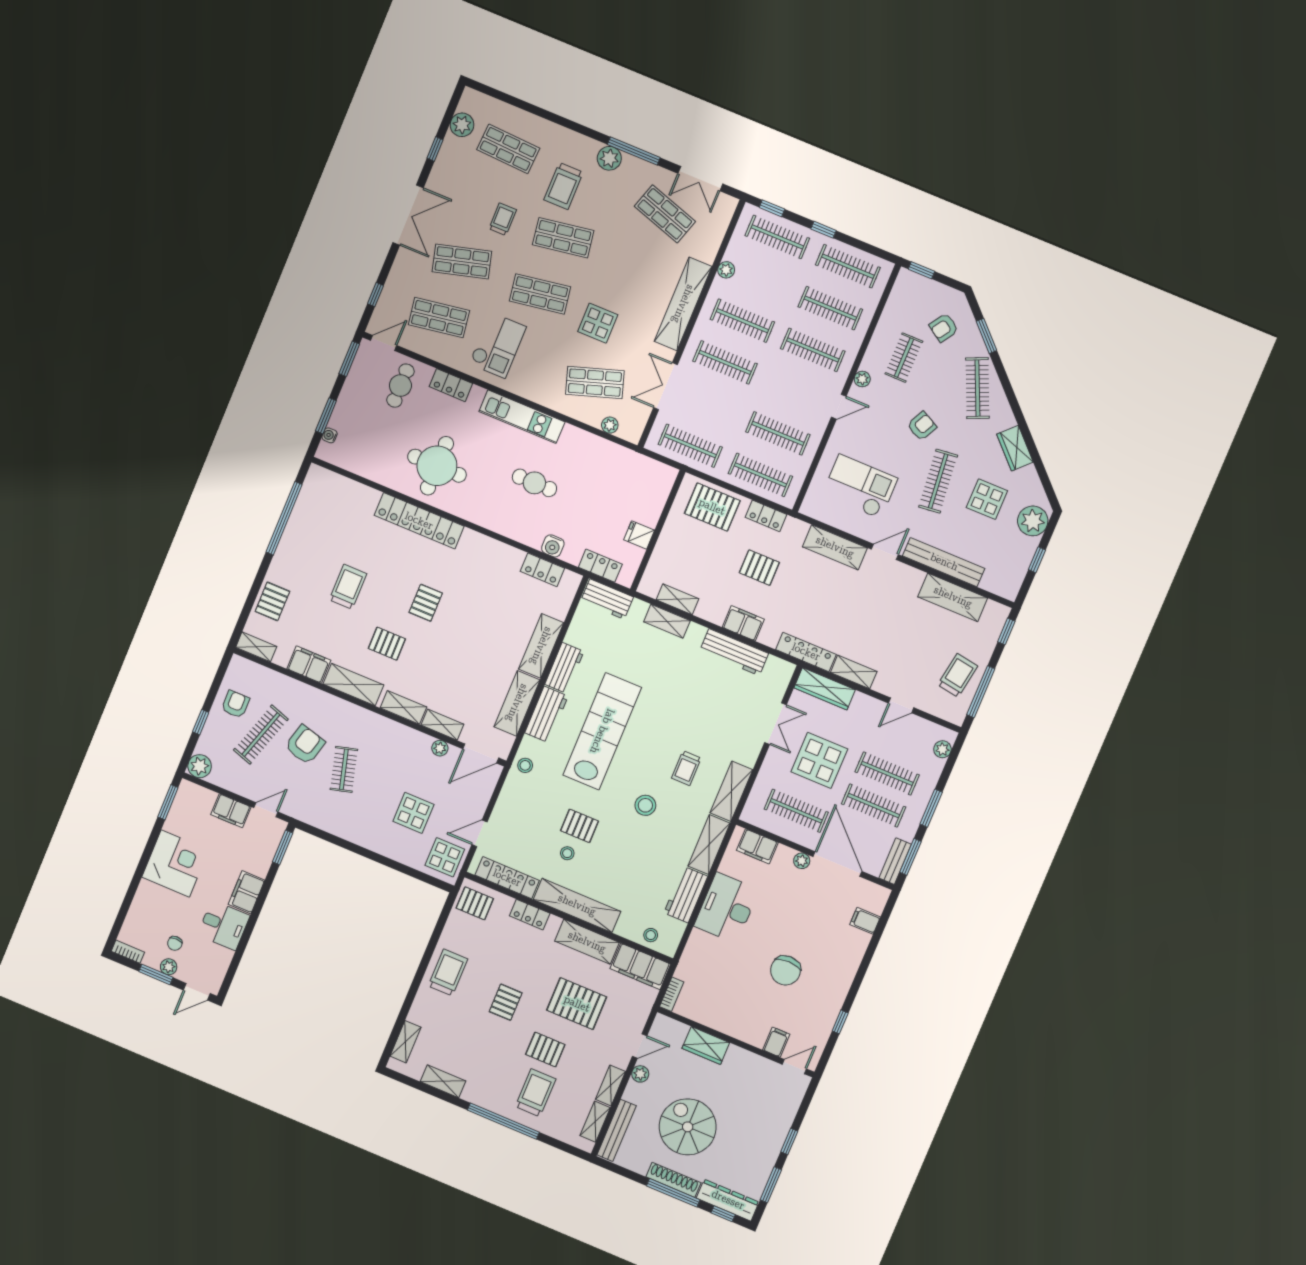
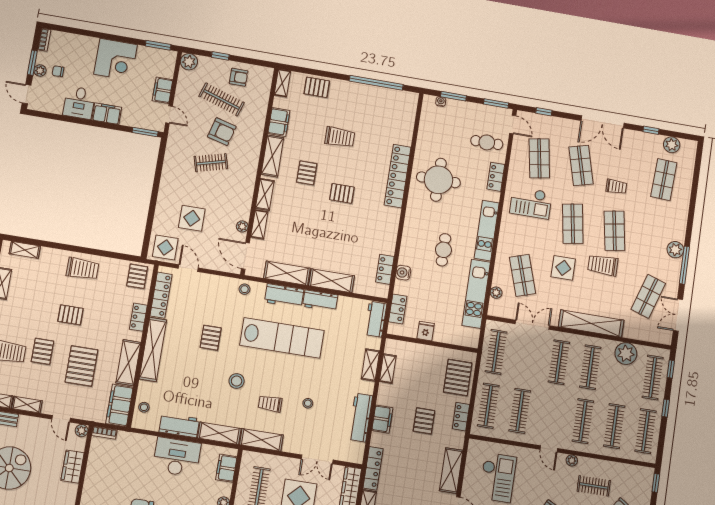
trolley: (563, 186) -> (603, 265), moved
plant: (726, 270) -> (626, 354), width x1.88, depth x1.88
kitchen unit: (605, 453) -> (476, 294), added
stool: (567, 853) -> (308, 403), moved
plant: (640, 1074) -> (82, 431), moved

